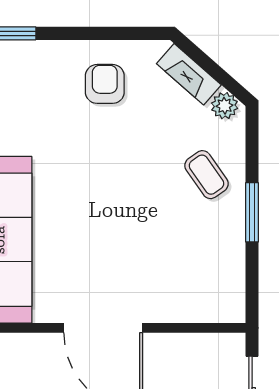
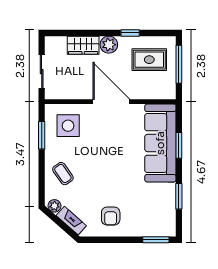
window: (252, 212) -> (42, 135), moved
side table: (196, 277) -> (68, 126), added

